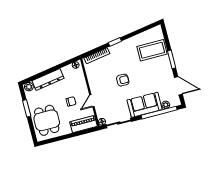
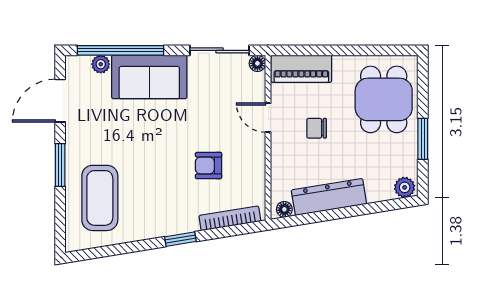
coffee table: (152, 50) -> (100, 198), turned 90
dresser: (48, 79) -> (329, 197), moved
armchair: (123, 80) -> (209, 165), moved
door: (178, 86) -> (60, 101), hinge flipped
door: (92, 101) -> (268, 118), swing flipped

